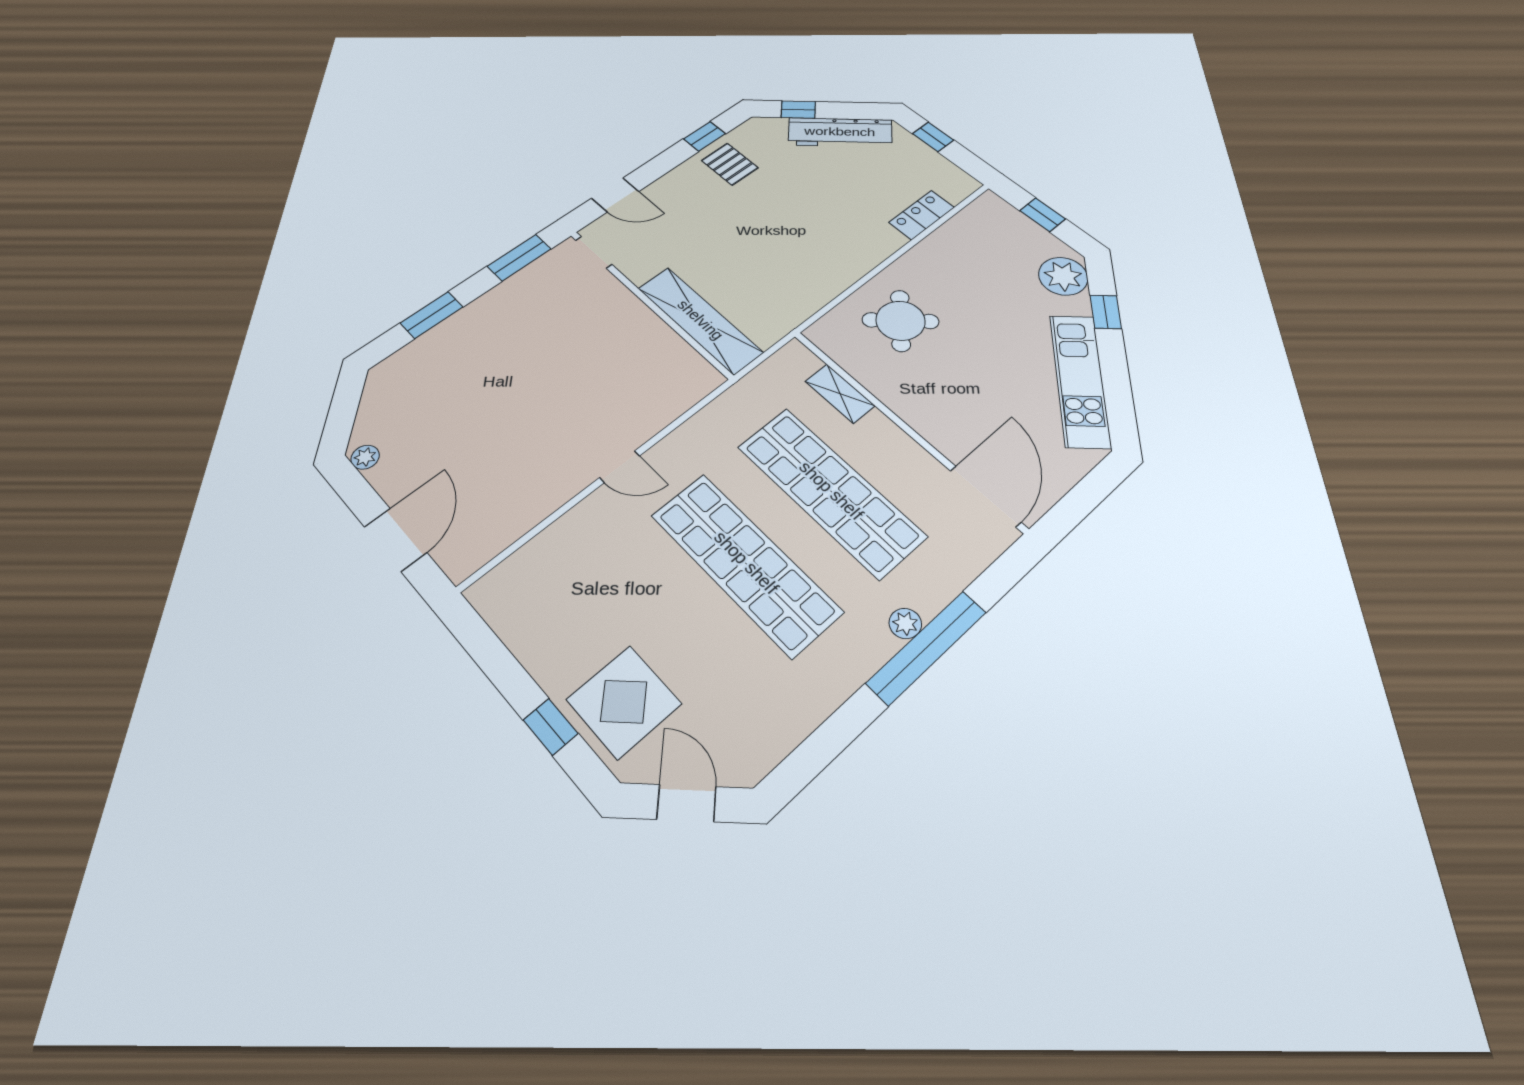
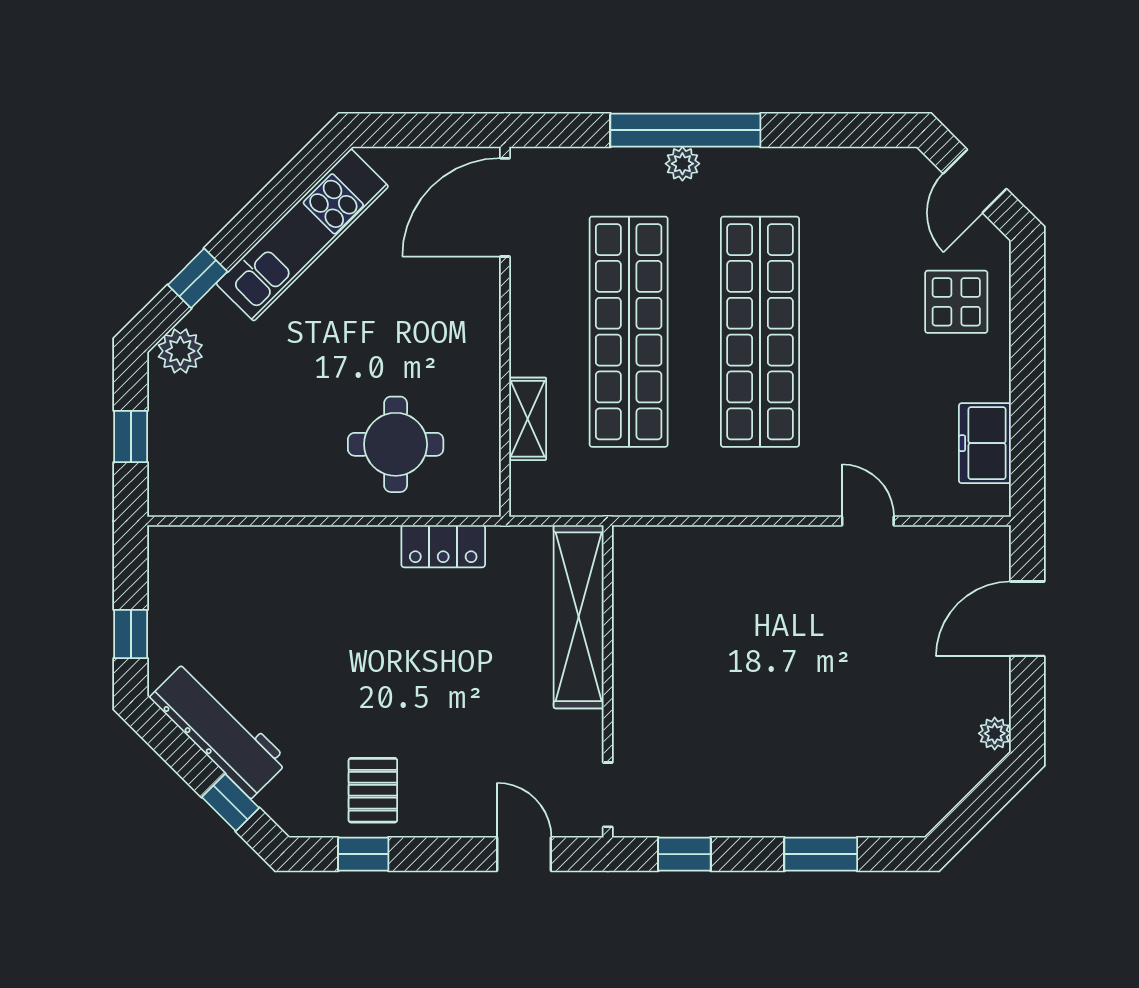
locker: (922, 215) -> (443, 546), moved
window: (519, 258) -> (684, 854), width x0.67
plant: (1063, 276) -> (180, 351), width x0.73, depth x0.73
round table: (900, 321) -> (396, 444), turned 45
door: (620, 467) -> (868, 521), moved
freezer: (520, 624) -> (985, 443), added
display table: (624, 702) -> (956, 302), width x0.73, depth x0.73
window: (551, 727) -> (1027, 332), removed

